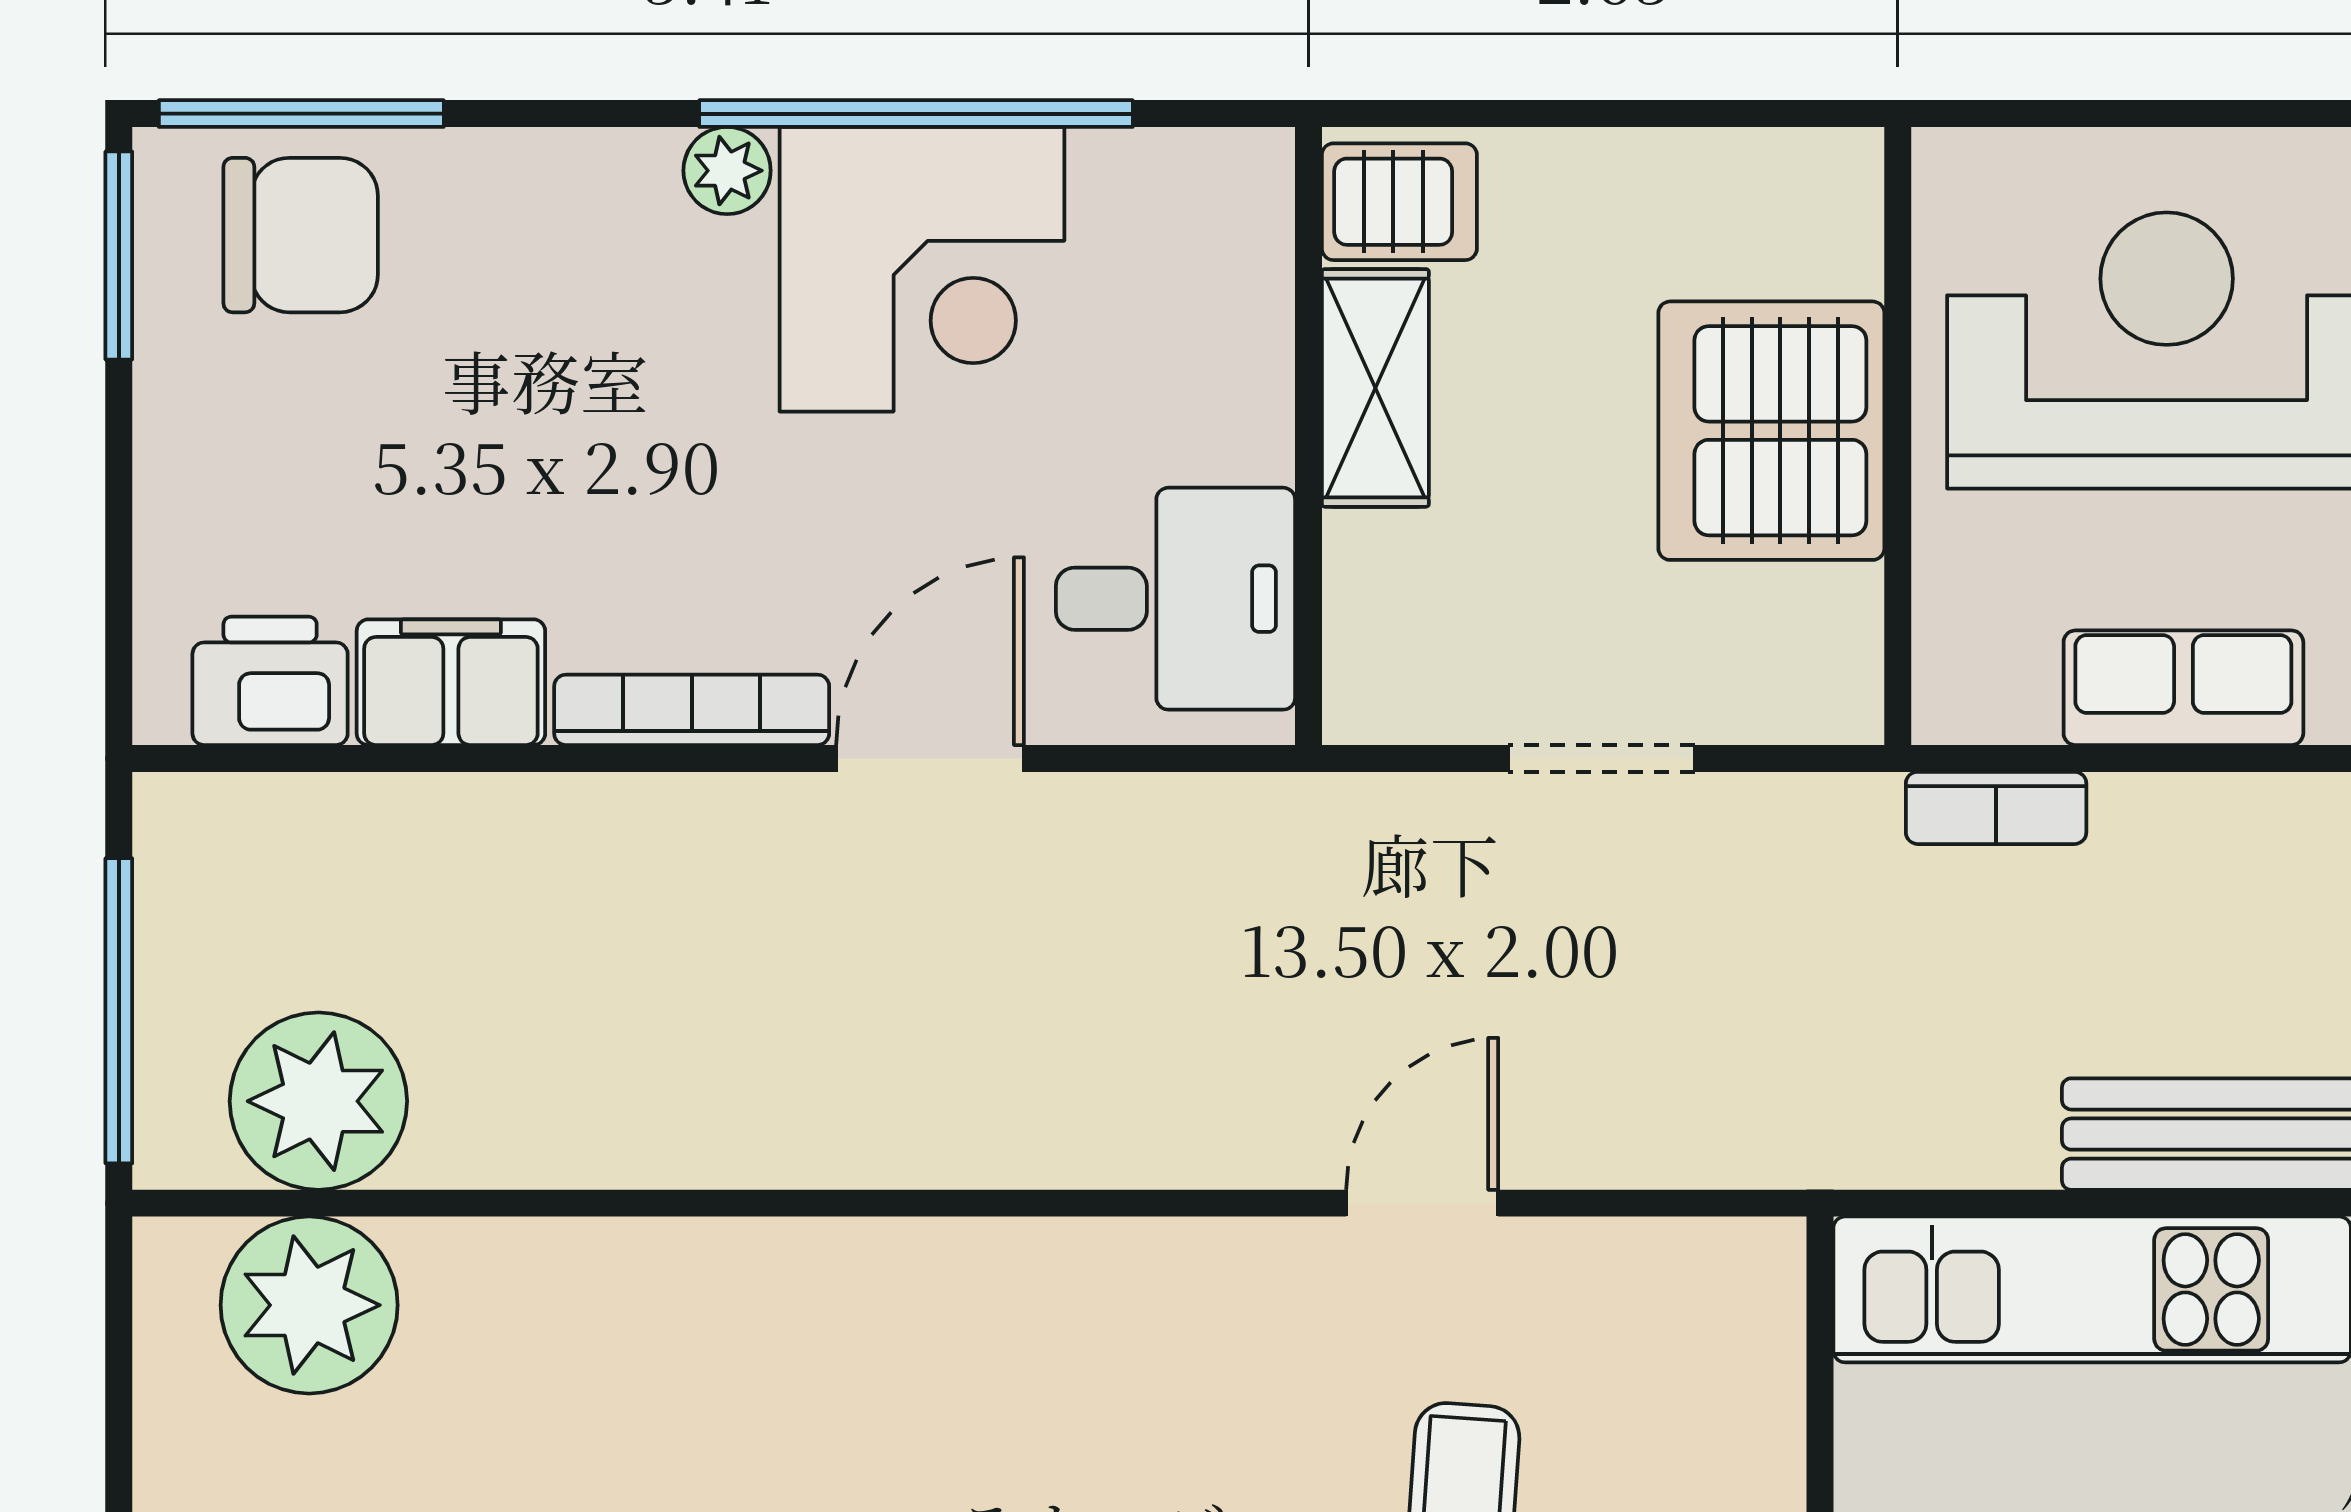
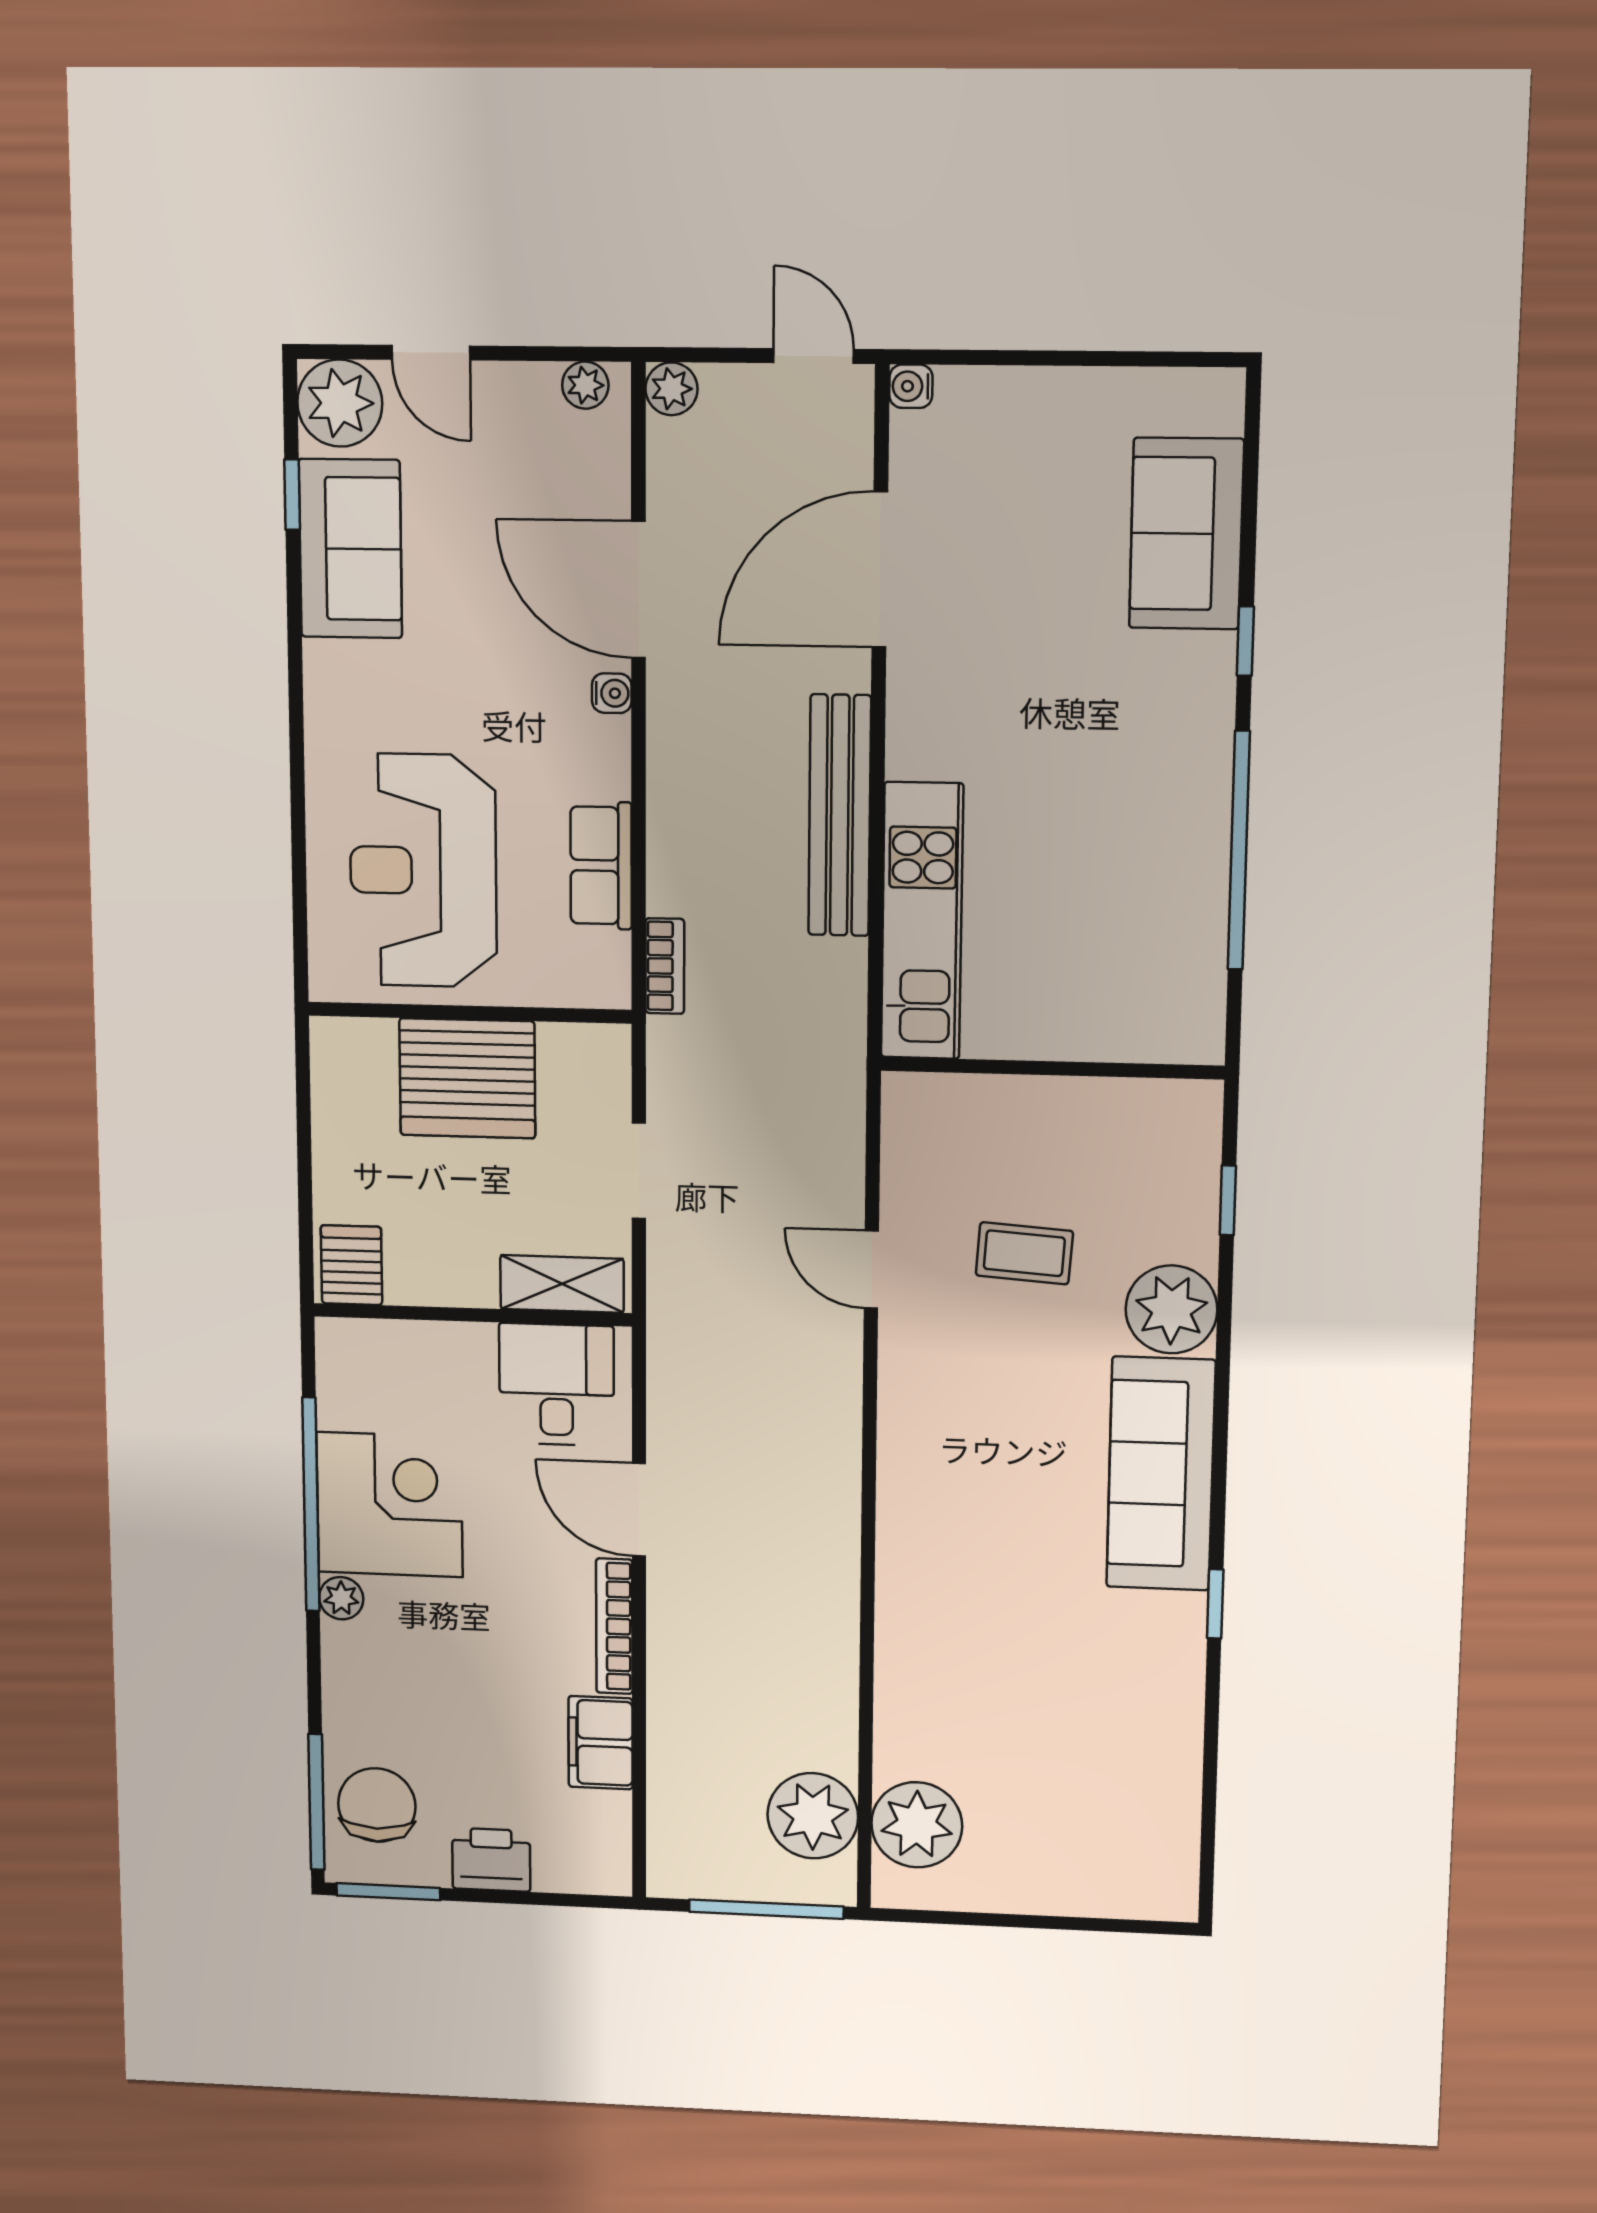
shelving: (1375, 388) -> (562, 1284), moved
printer: (270, 681) -> (491, 1860), moved, turned 90

